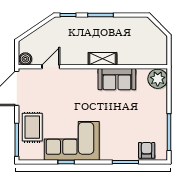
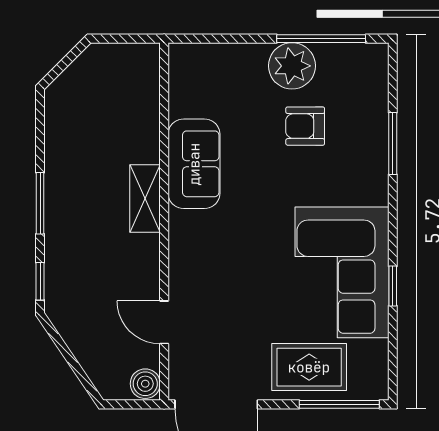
plant: (158, 79) -> (292, 66), moved
armchair: (147, 150) -> (305, 126), moved

